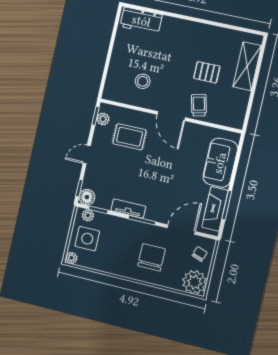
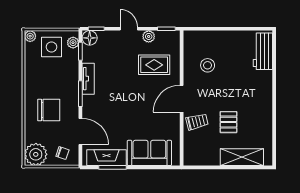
plant: (103, 119) -> (149, 36), moved
rug: (130, 137) -> (154, 65), turned 90

